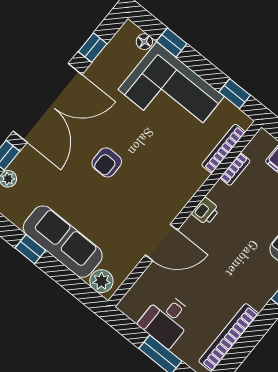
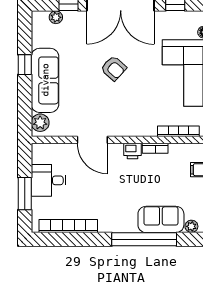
armchair: (107, 162) -> (114, 68), turned -138
bookcase: (235, 169) -> (155, 148), moved

